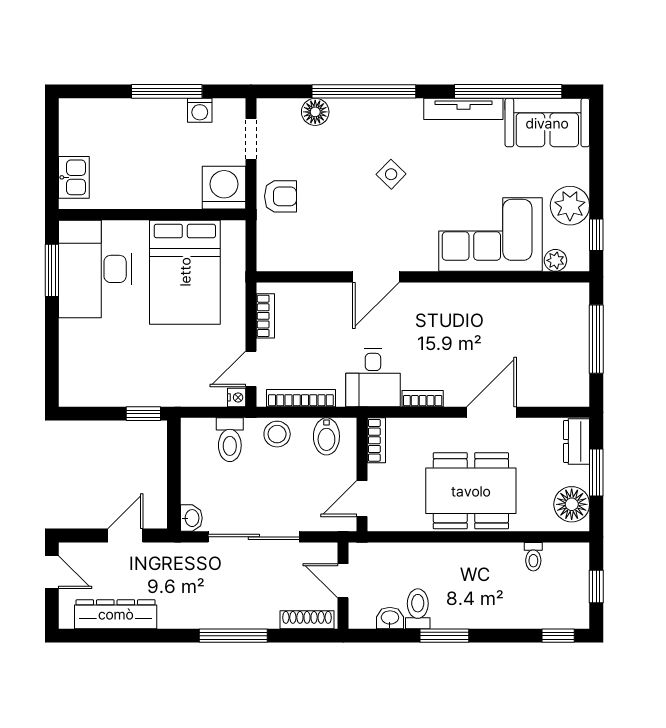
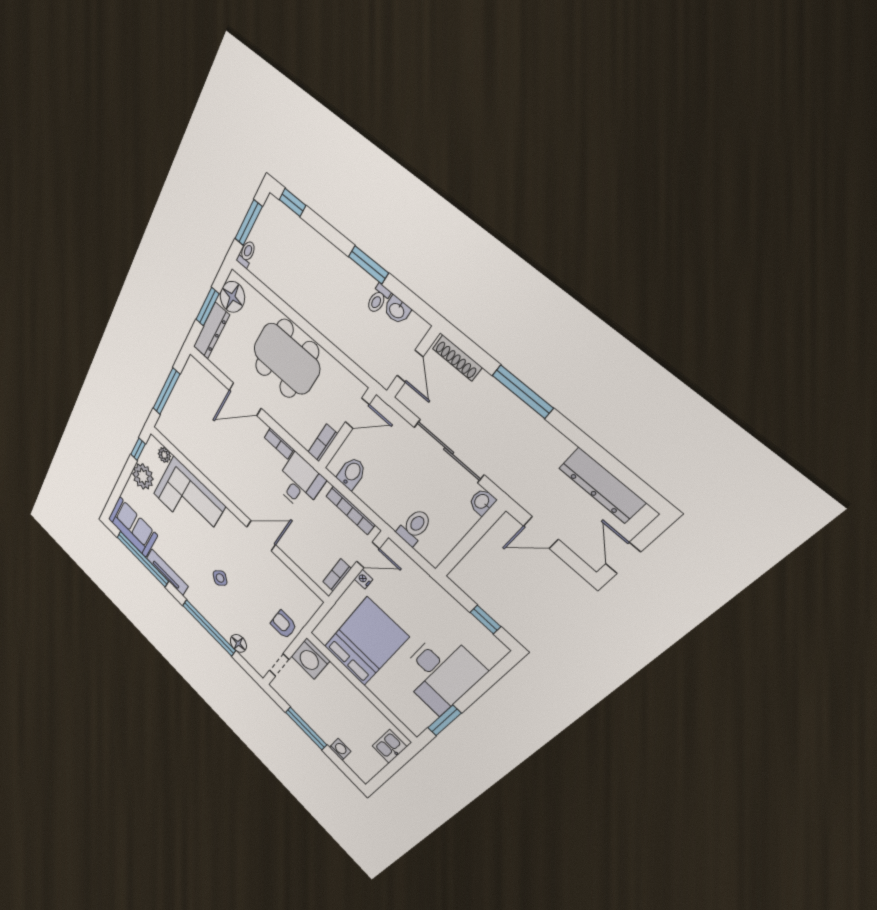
washing machine: (200, 110) -> (340, 749), moved
desk: (95, 269) -> (440, 672), moved
nightstand: (237, 397) -> (364, 579), moved
window: (143, 414) -> (485, 620), moved
stool: (277, 434) -> (381, 503), removed
dresser: (577, 441) -> (211, 331), width x1.44
toilet: (533, 557) -> (246, 254), moved
window: (596, 586) -> (248, 223), width x1.50
toilet: (418, 609) -> (378, 299), width x0.73, depth x0.72

